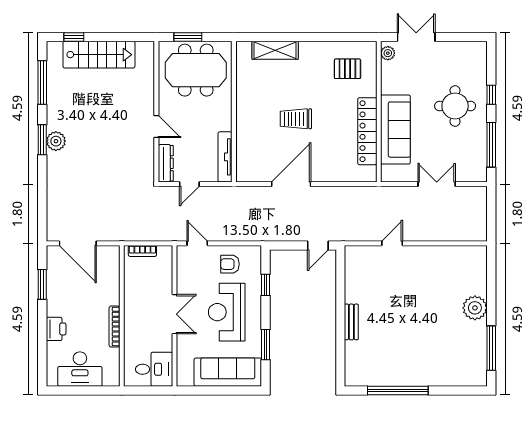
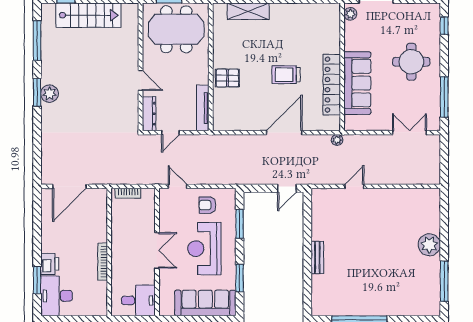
pallet: (347, 69) -> (227, 78), moved
window: (491, 95) -> (444, 26), moved
trolley: (296, 119) -> (286, 75), moved
door: (291, 184) -> (284, 133), moved
double door: (437, 184) -> (409, 133), moved
plant: (373, 192) -> (337, 140), added
door: (78, 243) -> (69, 186), hinge flipped
window: (42, 284) -> (37, 280), moved
window: (266, 285) -> (240, 224), width x1.50
desk: (80, 369) -> (57, 296), moved, turned 90

